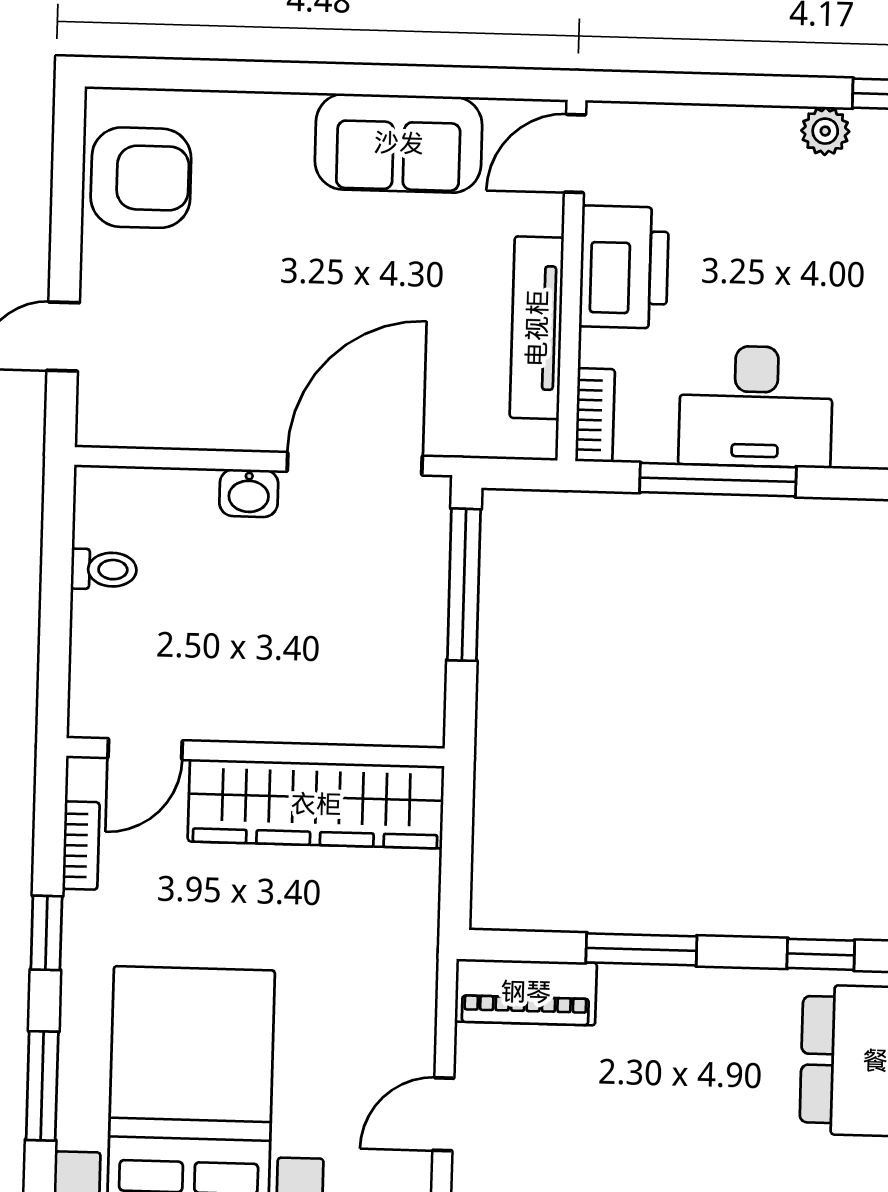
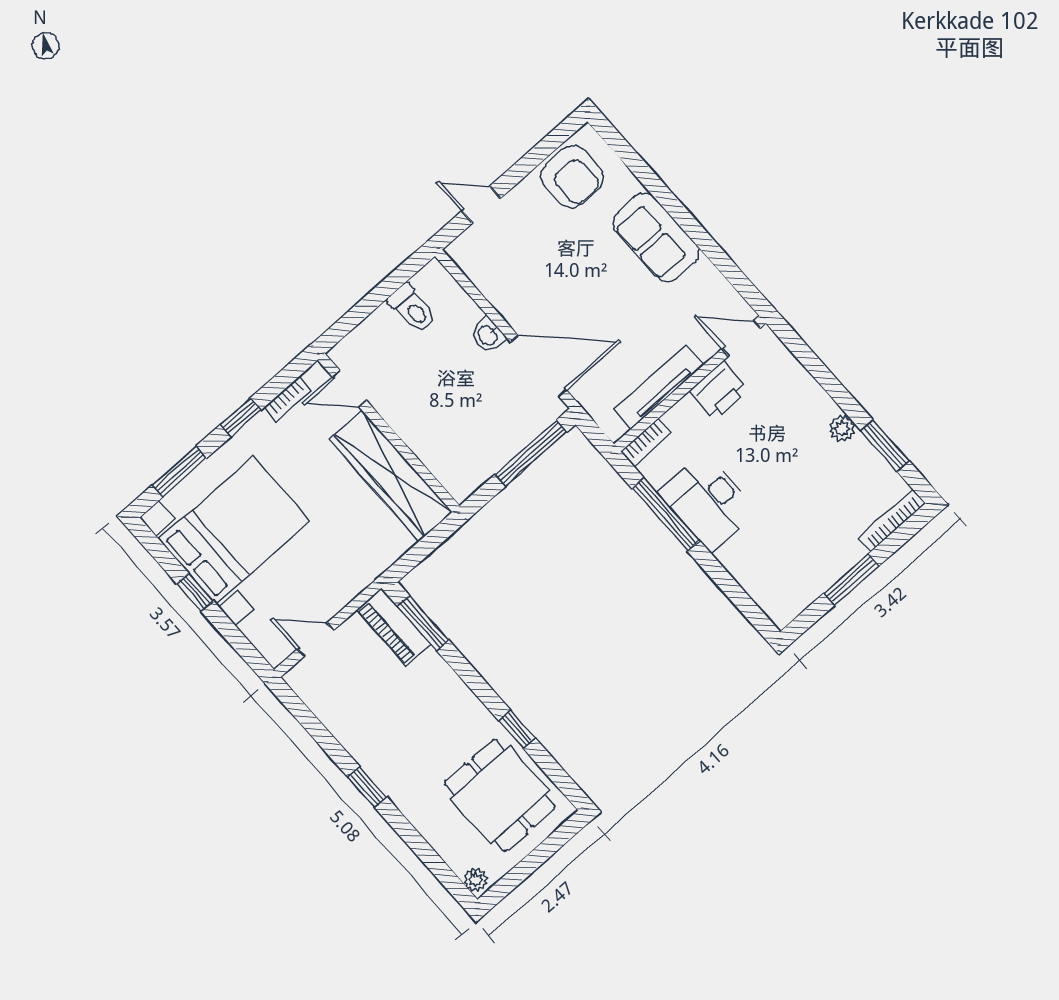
sofa: (399, 143) -> (656, 237), moved
printer: (624, 267) -> (719, 391), width x0.73, depth x0.84
toilet: (104, 569) -> (412, 309), width x1.37, depth x1.39
window: (641, 949) -> (423, 623), moved

